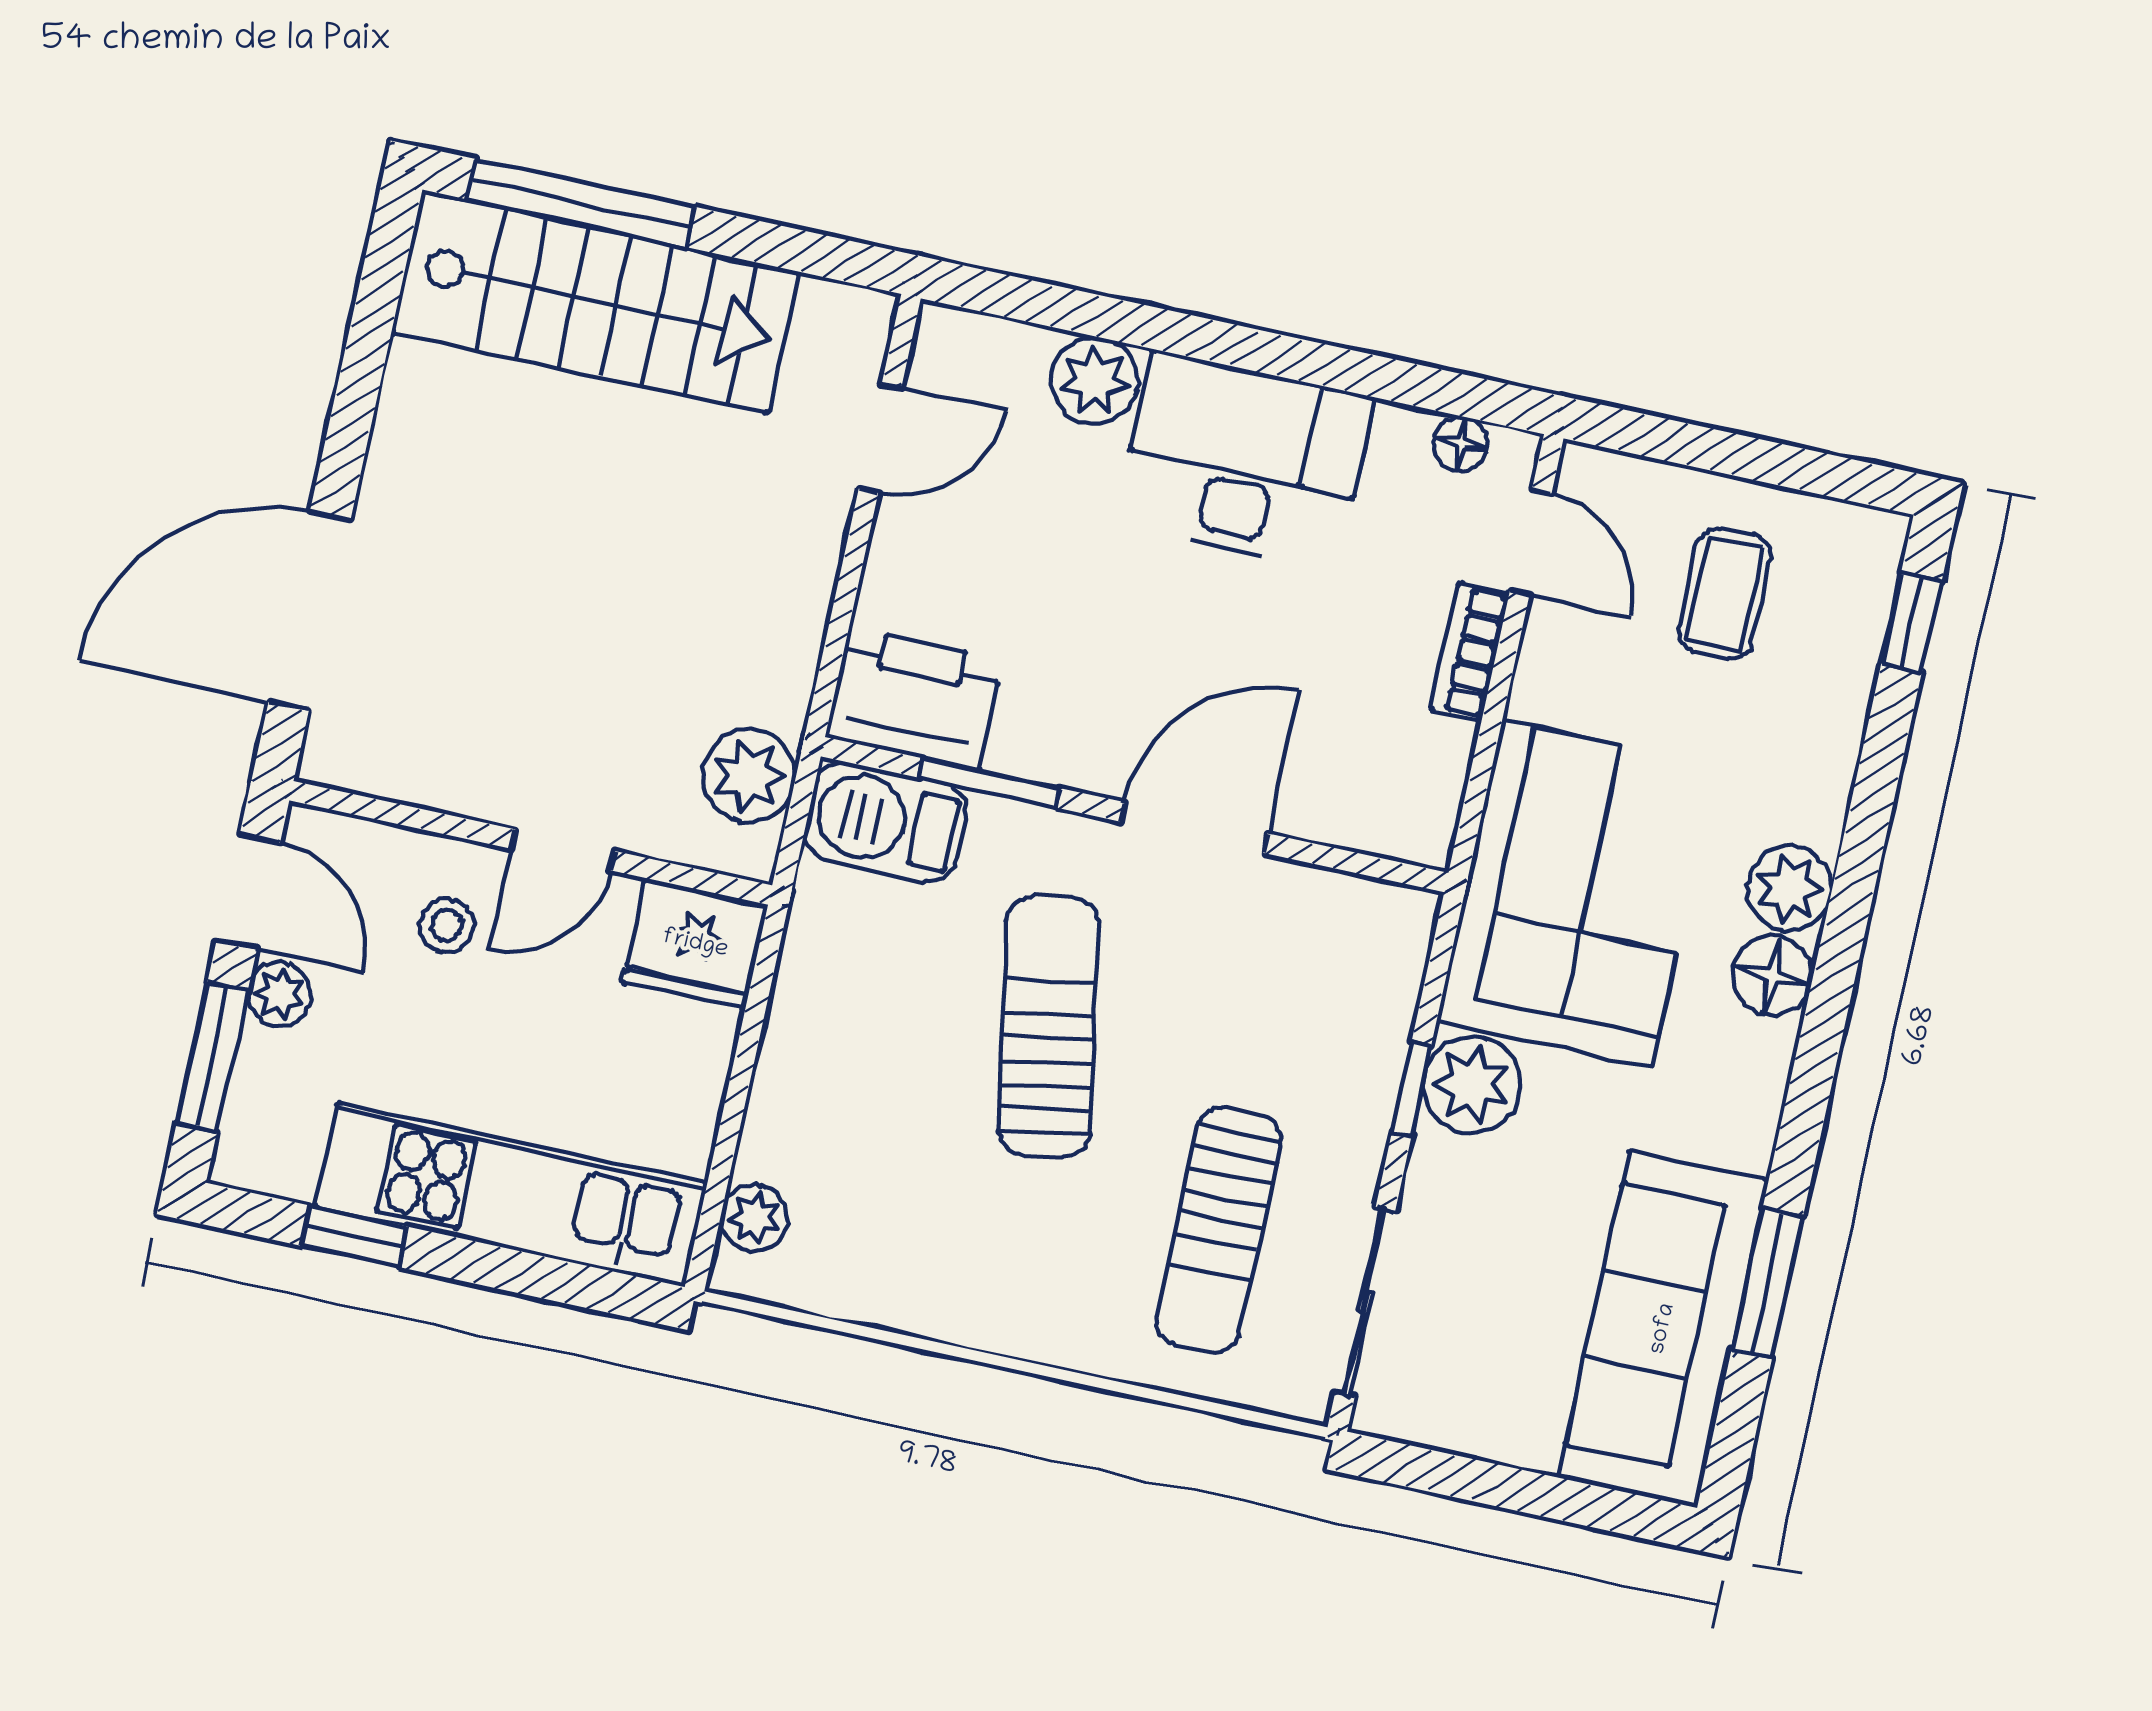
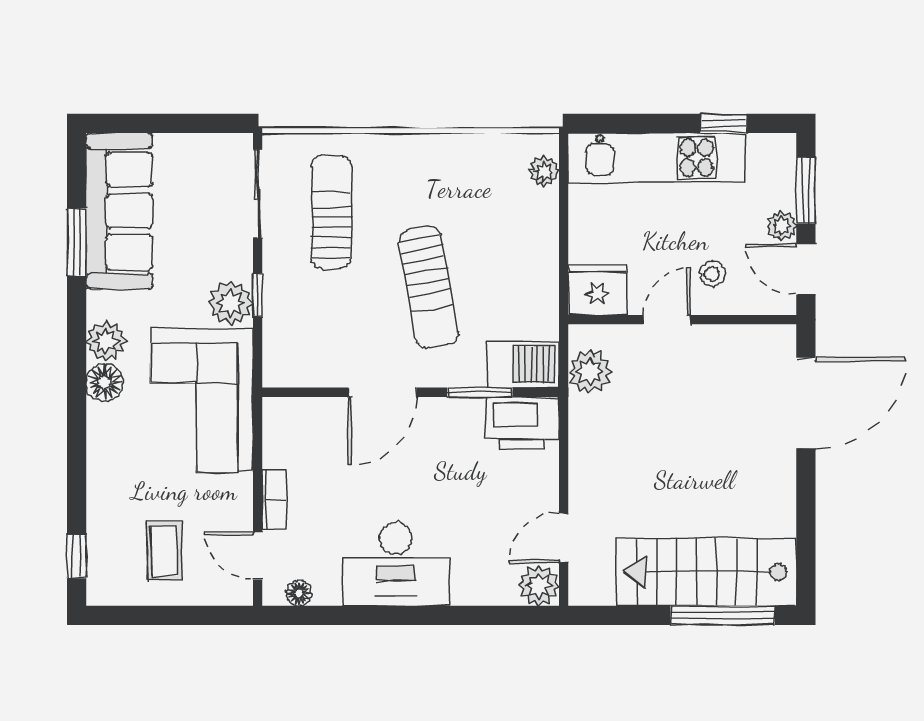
plant: (1094, 381) -> (539, 586), moved
plant: (1789, 888) -> (106, 341), moved

